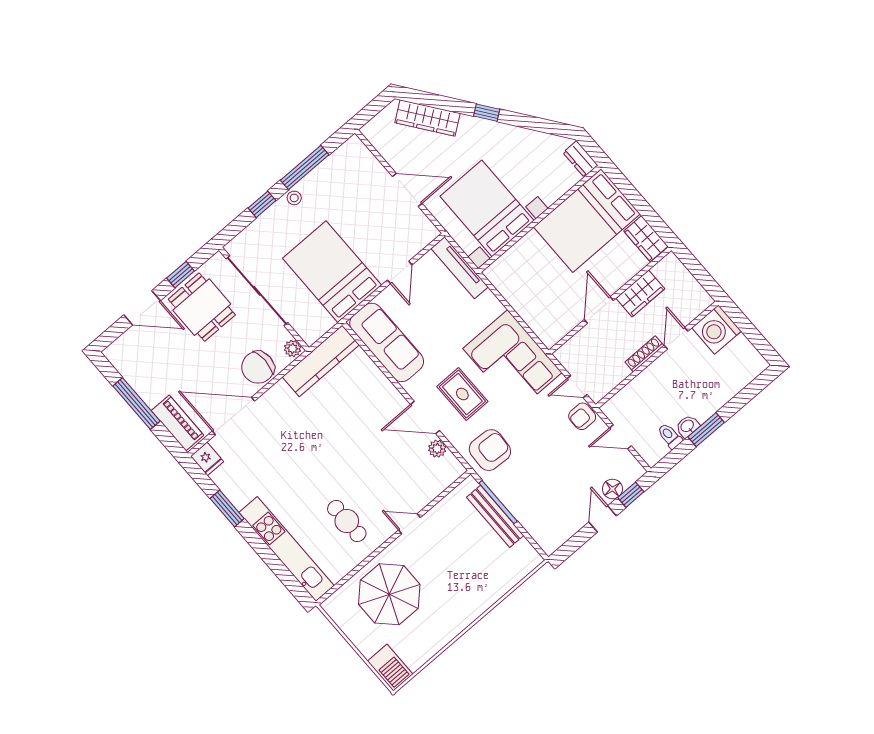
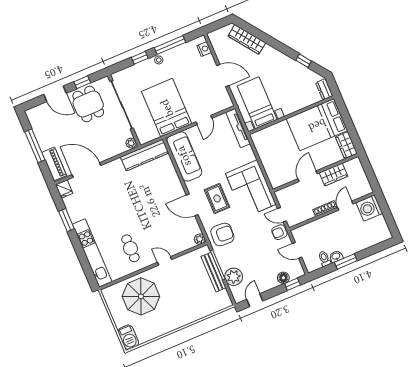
window: (487, 113) -> (304, 61), moved
nightstand: (363, 156) -> (204, 49), added
bed with nightstands: (487, 208) -> (257, 103), width x0.73
chair: (258, 367) -> (109, 147), removed
plant: (437, 449) -> (200, 239), moved
plant: (531, 513) -> (234, 277), added
door: (603, 519) -> (255, 300), moved

